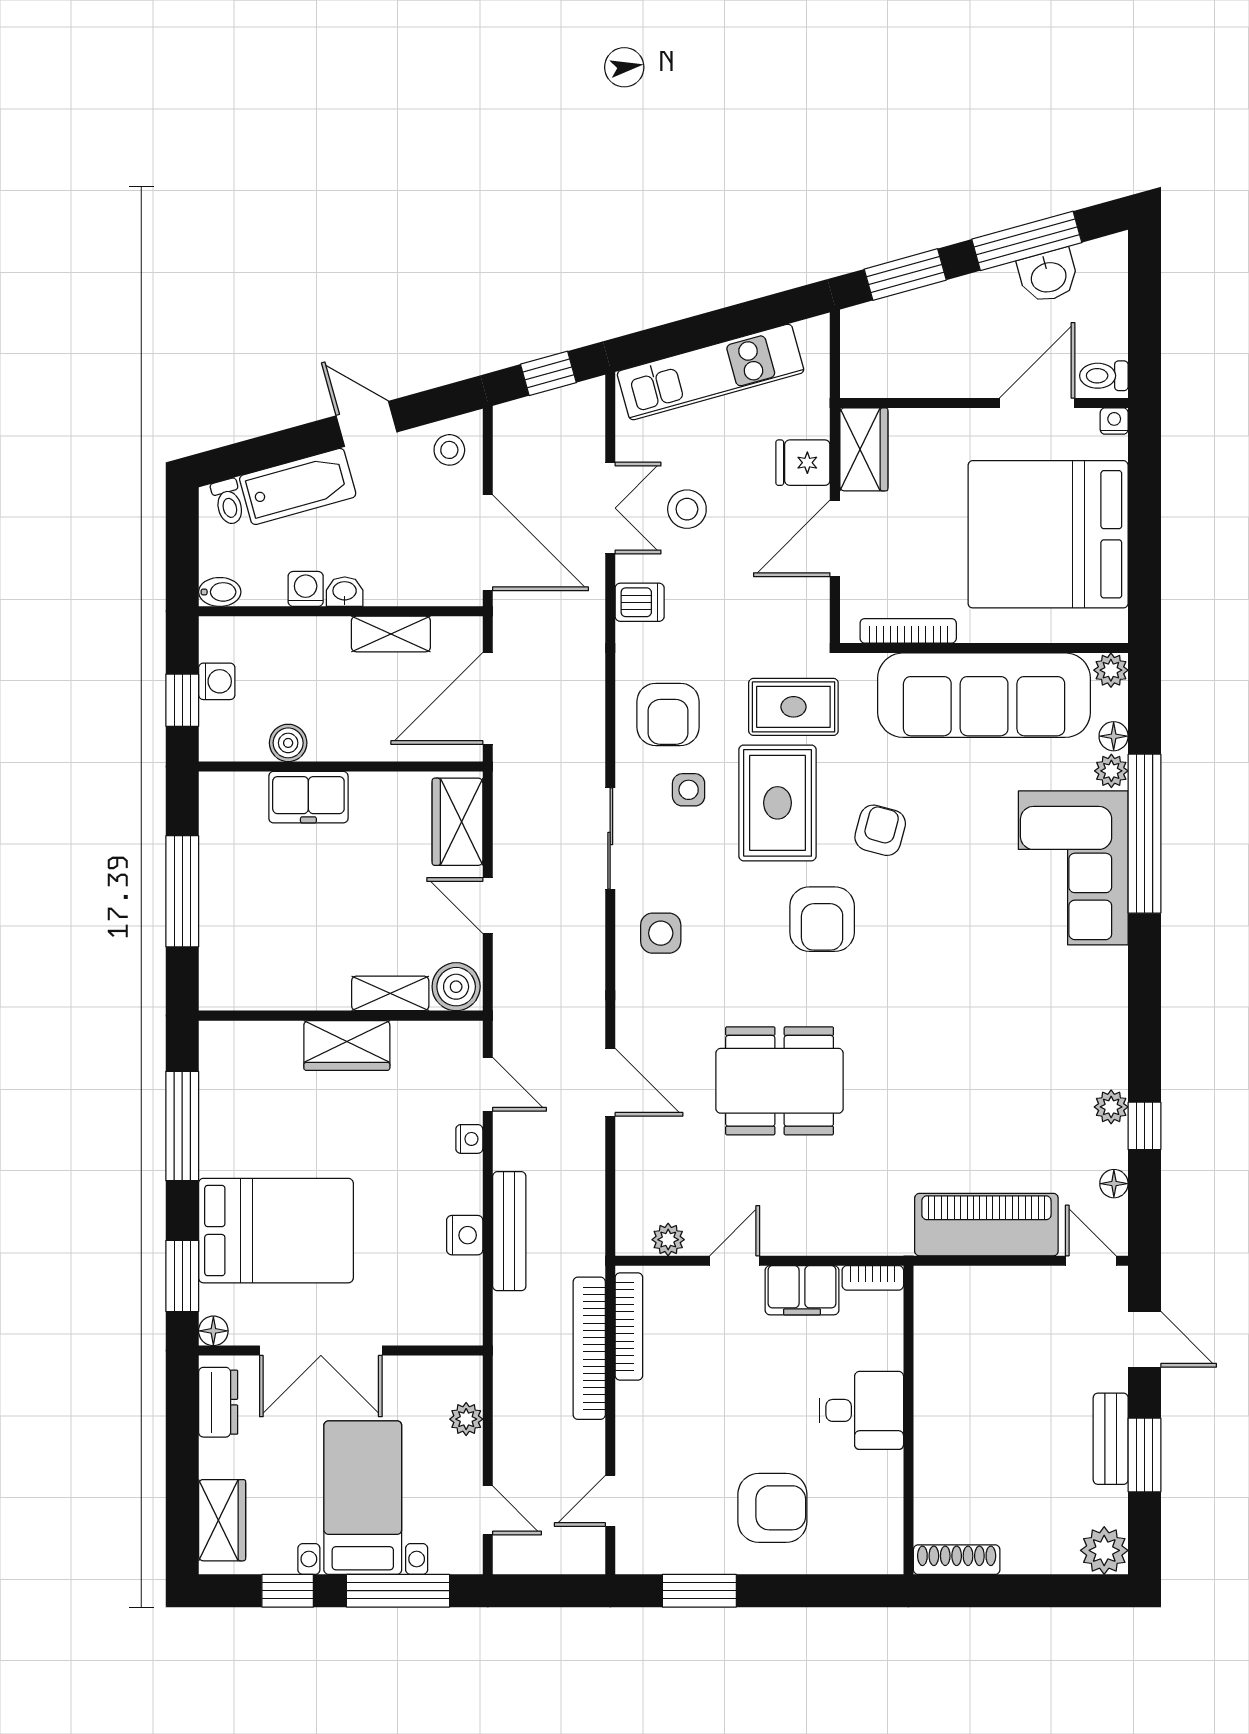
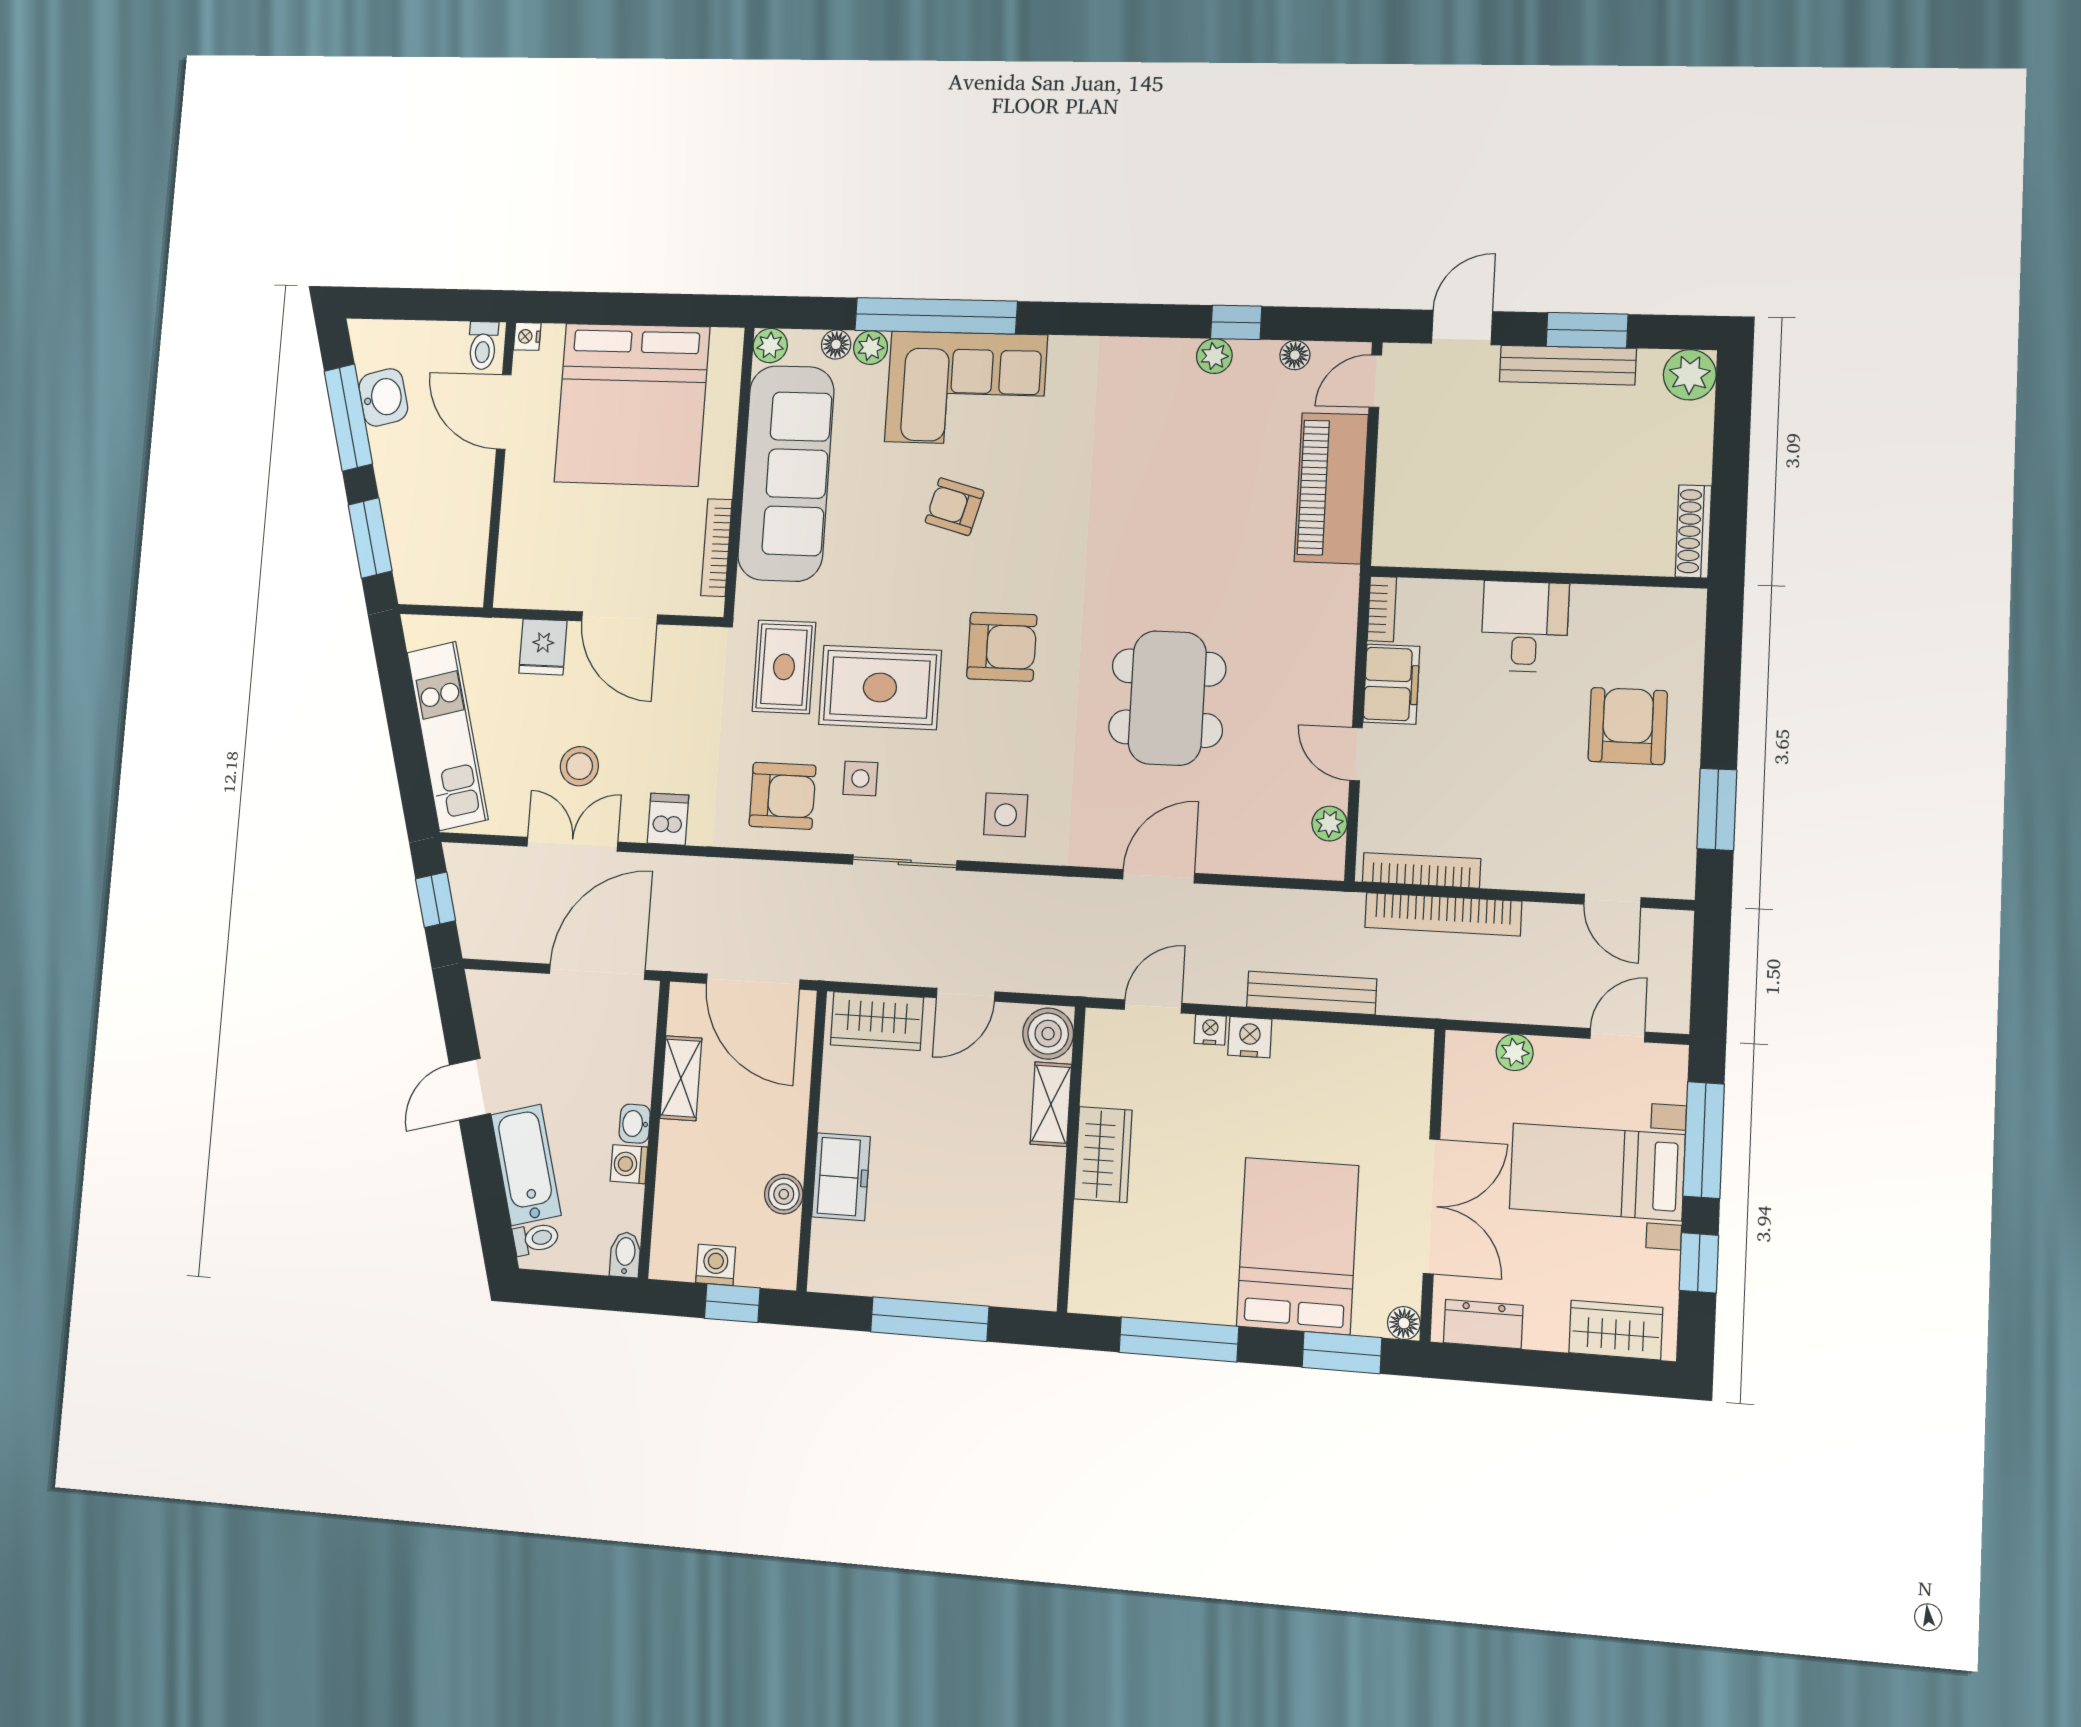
wardrobe: (864, 449) -> (535, 585), removed
stool: (449, 450) -> (502, 1006), removed
armchair: (880, 830) -> (955, 507), moved
nightstand: (465, 1235) -> (1250, 1037), moved
bench: (1111, 1439) -> (1568, 365), width x1.36

